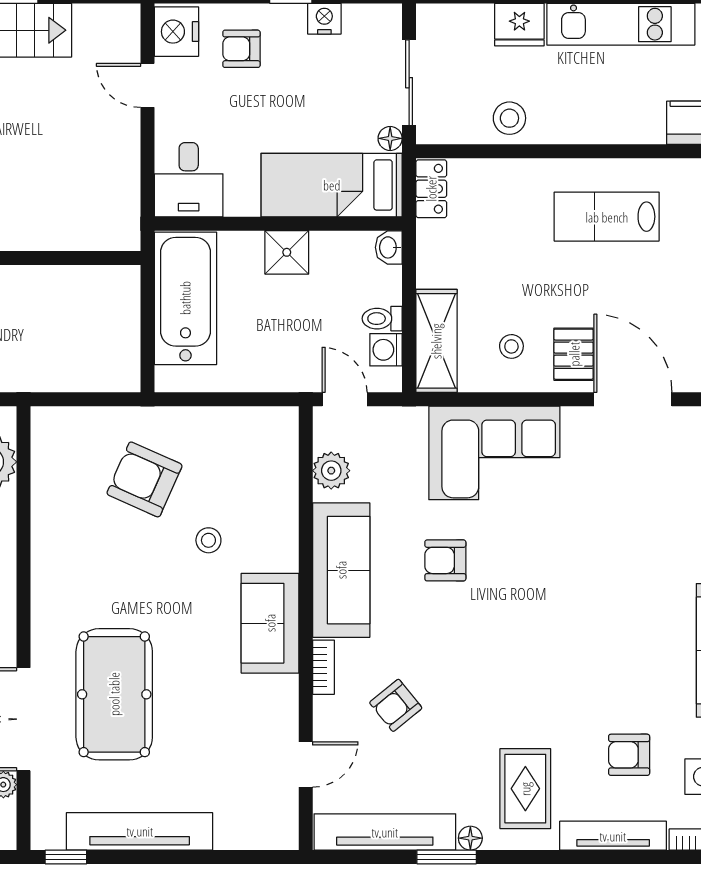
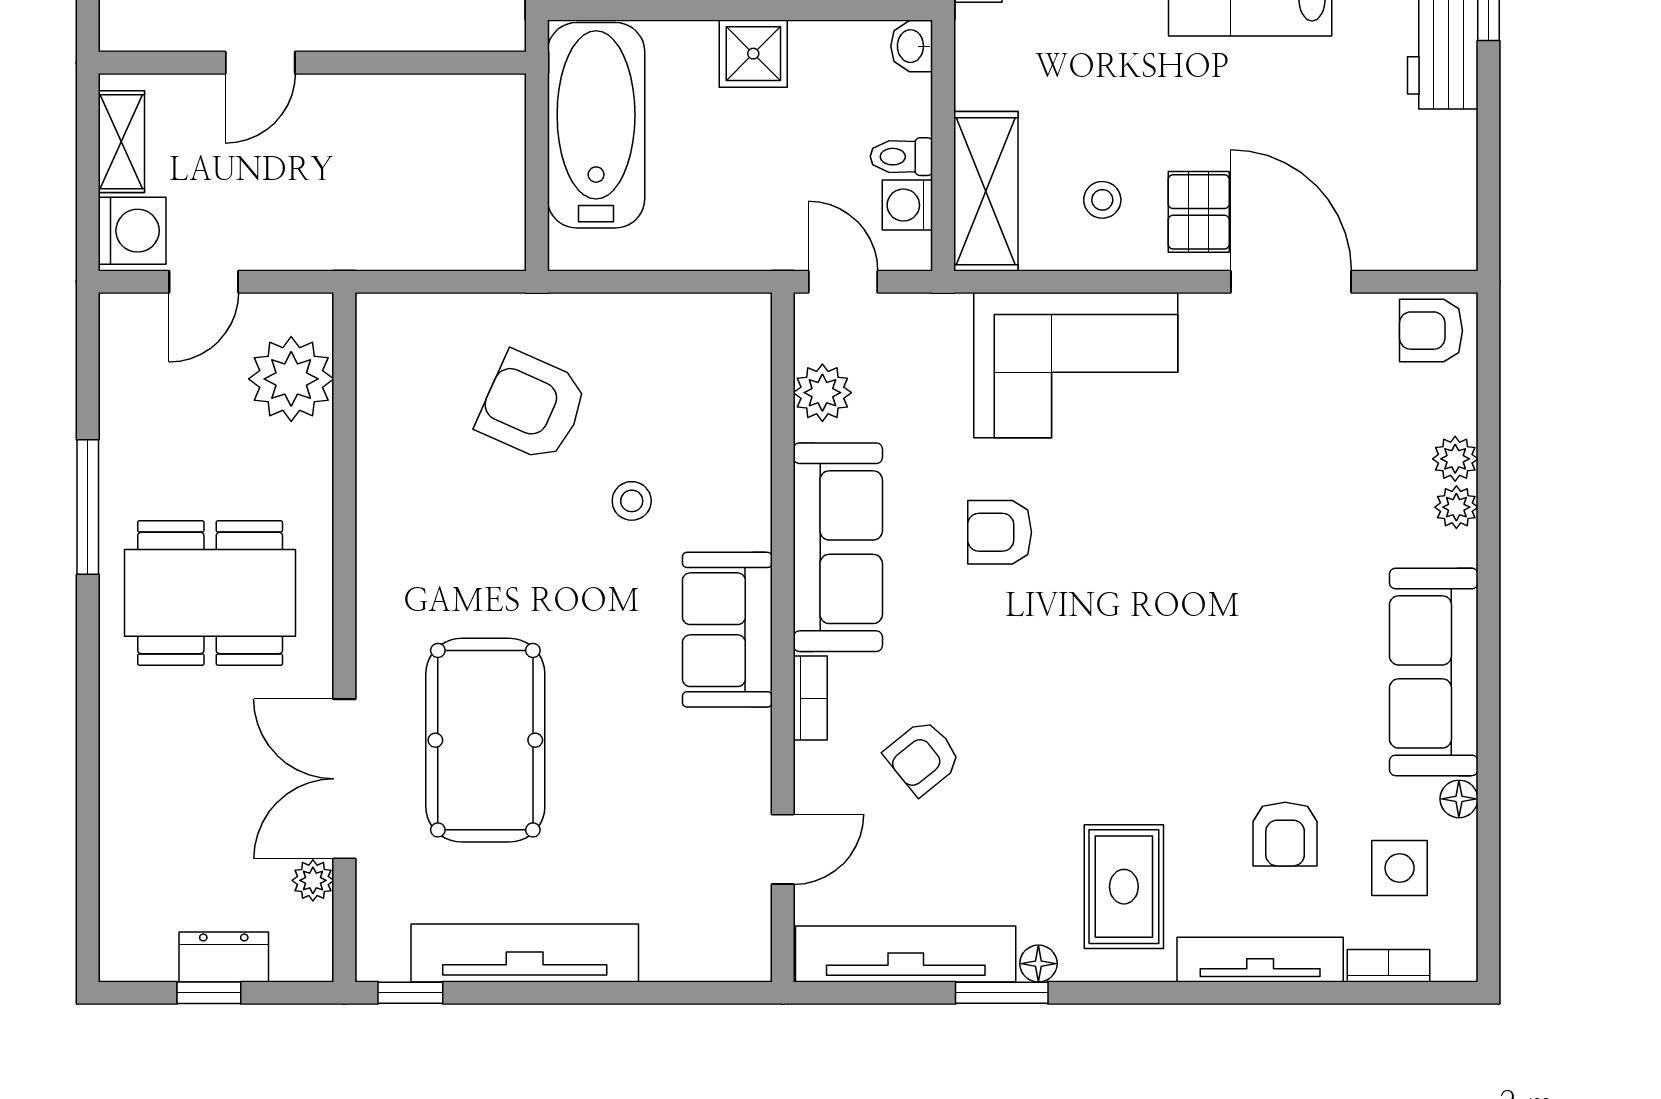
armchair: (629, 755) -> (1285, 834), turned -90

